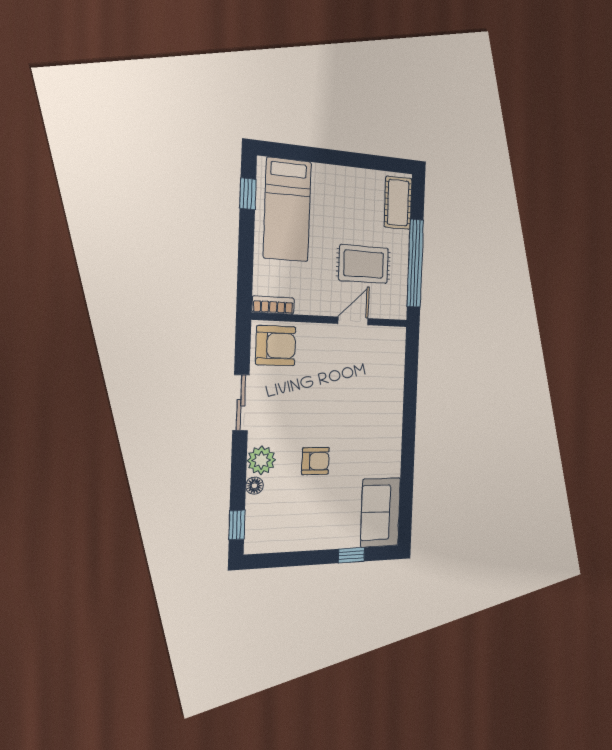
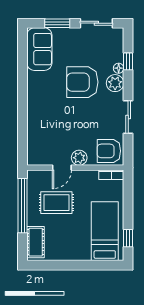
plant: (325, 336) -> (79, 158), added
armchair: (315, 461) -> (82, 82), width x1.88, depth x1.88
window: (237, 525) -> (128, 61), moved
window: (351, 555) -> (57, 23), width x1.50
sliding door: (289, 559) -> (96, 23), added

